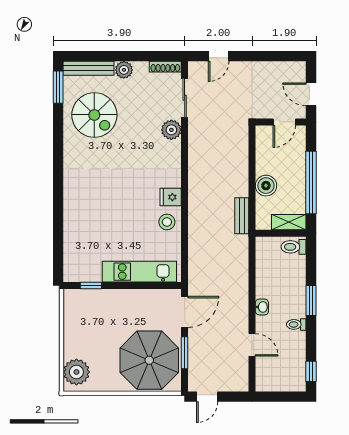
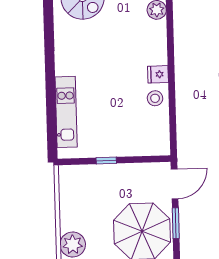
kitchen unit: (139, 272) -> (66, 112), moved, turned 90
window: (91, 285) -> (106, 161), moved

